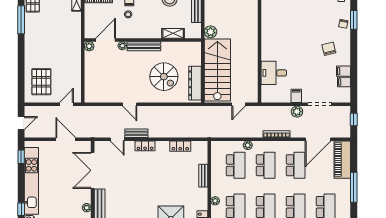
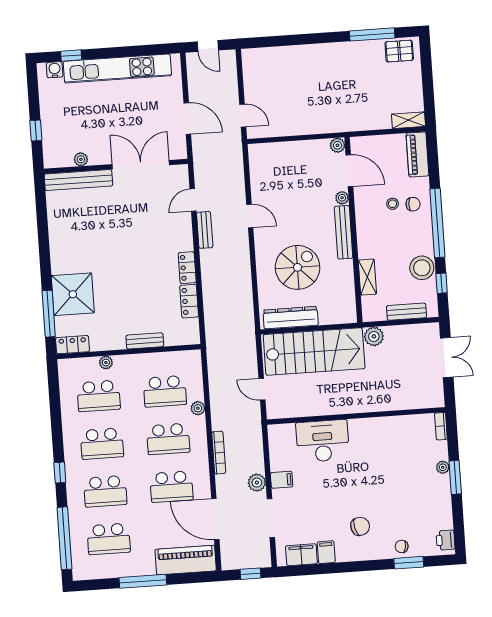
desk: (274, 73) -> (323, 441), width x1.37
spiral stairs: (164, 77) -> (298, 267), turned 180
pallet: (41, 82) -> (276, 73), removed
filing cabinet: (344, 82) -> (301, 555), width x2.00
door: (130, 104) -> (250, 216), swing flipped
door: (66, 139) -> (187, 118), hinge flipped
locker: (145, 146) -> (187, 268), moved
window: (21, 157) -> (154, 50), removed

